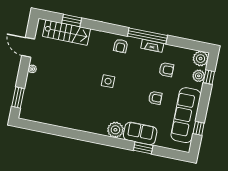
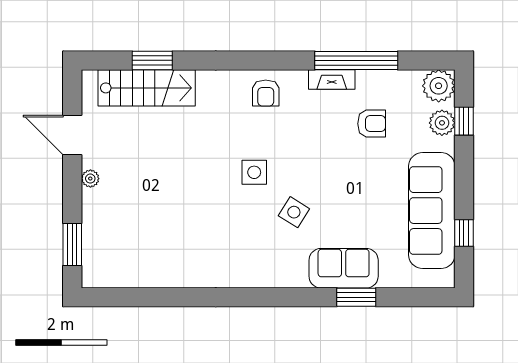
window: (147, 36) -> (356, 60), moved
armchair: (155, 98) -> (360, 187), removed
side table: (123, 103) -> (294, 212), added
plant: (115, 130) -> (290, 271), removed

